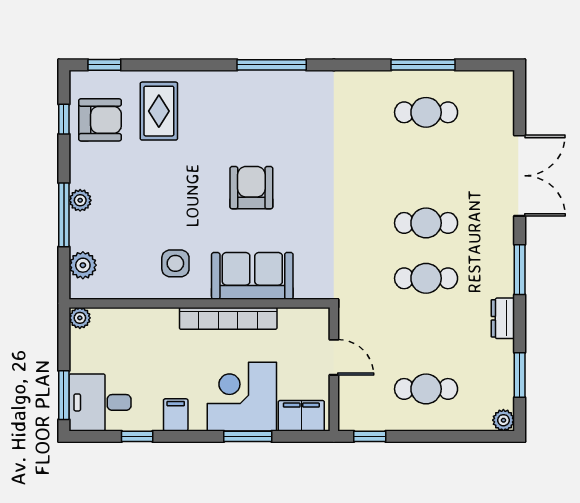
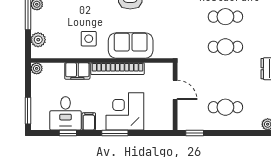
desk: (100, 402) -> (66, 113), moved, turned -90
filing cabinet: (301, 416) -> (77, 71), moved, turned 180
window: (248, 436) -> (115, 133), moved

